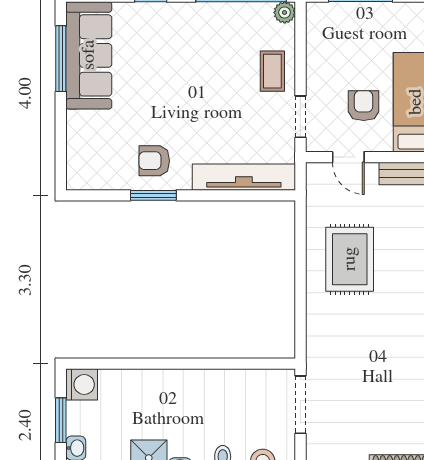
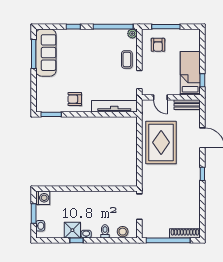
armchair: (364, 106) -> (158, 45), moved, turned 180
window: (153, 195) -> (51, 114), moved
rug: (350, 259) -> (161, 142), width x1.37, depth x1.44

